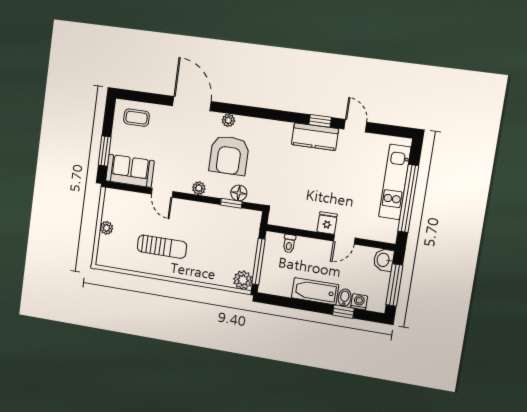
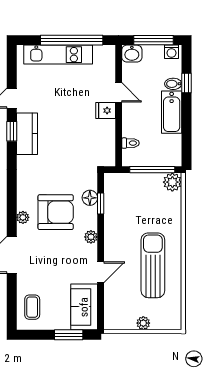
sun lounger: (162, 247) -> (153, 265), width x1.36, depth x1.34
washing machine: (359, 302) -> (171, 52), moved, turned -90

